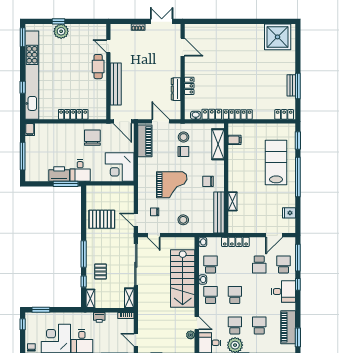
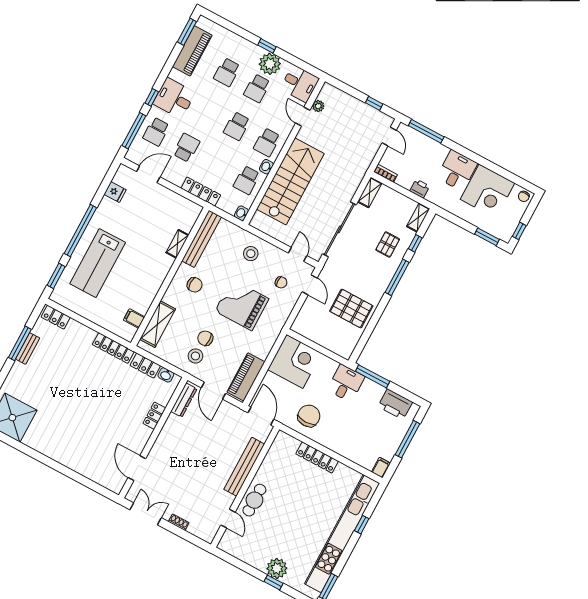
double door: (162, 21) -> (146, 514), swing flipped
dresser: (176, 89) -> (184, 400), moved
chair: (92, 138) -> (309, 416), turned 180
printer: (59, 174) -> (395, 404), moved

